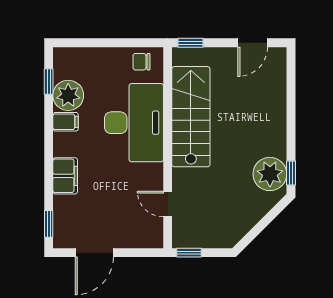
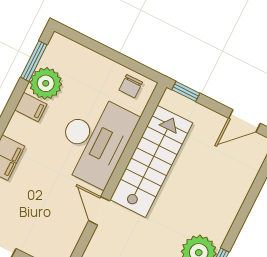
chair: (141, 62) -> (131, 86), turned -90
window: (49, 82) -> (34, 61), width x1.50
door: (168, 204) -> (99, 211), moved

